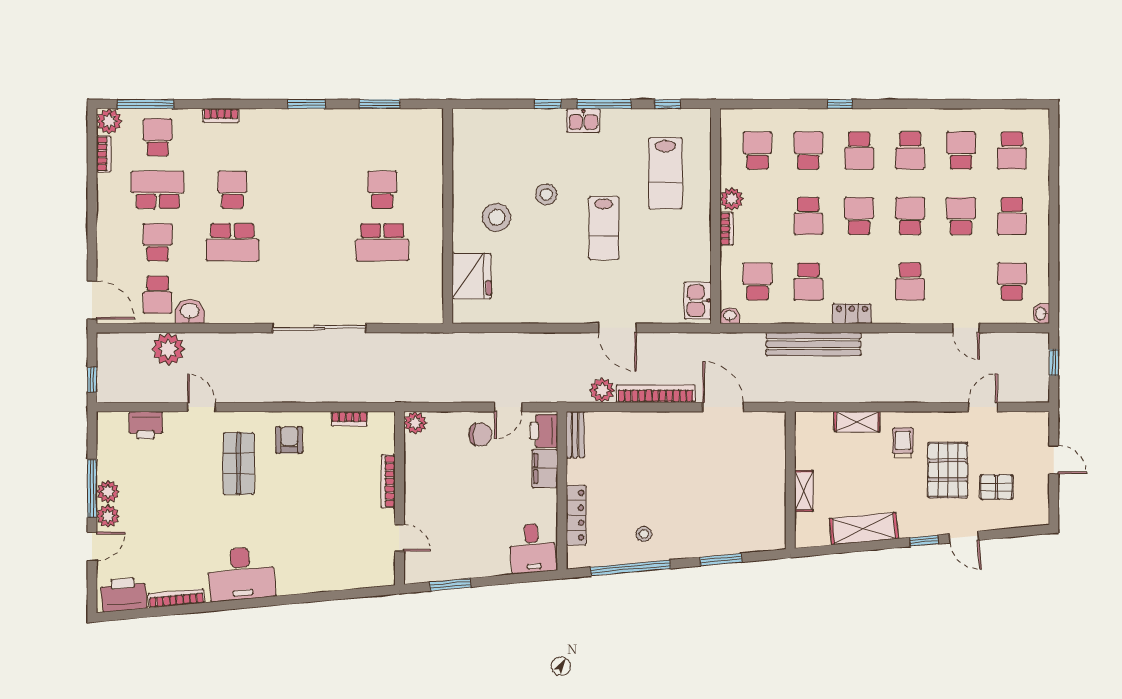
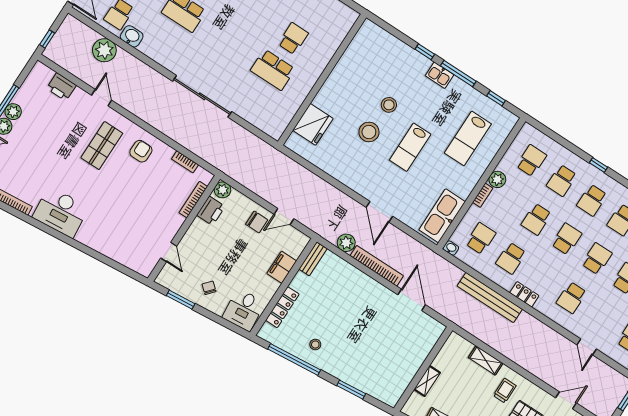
school desk: (808, 151) -> (562, 180), turned 180
stool: (497, 217) -> (369, 132), moved
kitchen sink: (698, 301) -> (442, 216), width x1.88, depth x1.24
printer: (544, 431) -> (211, 211), moved, turned 180
bookcase: (388, 481) -> (193, 200), moved
chair: (475, 549) -> (209, 288), added

